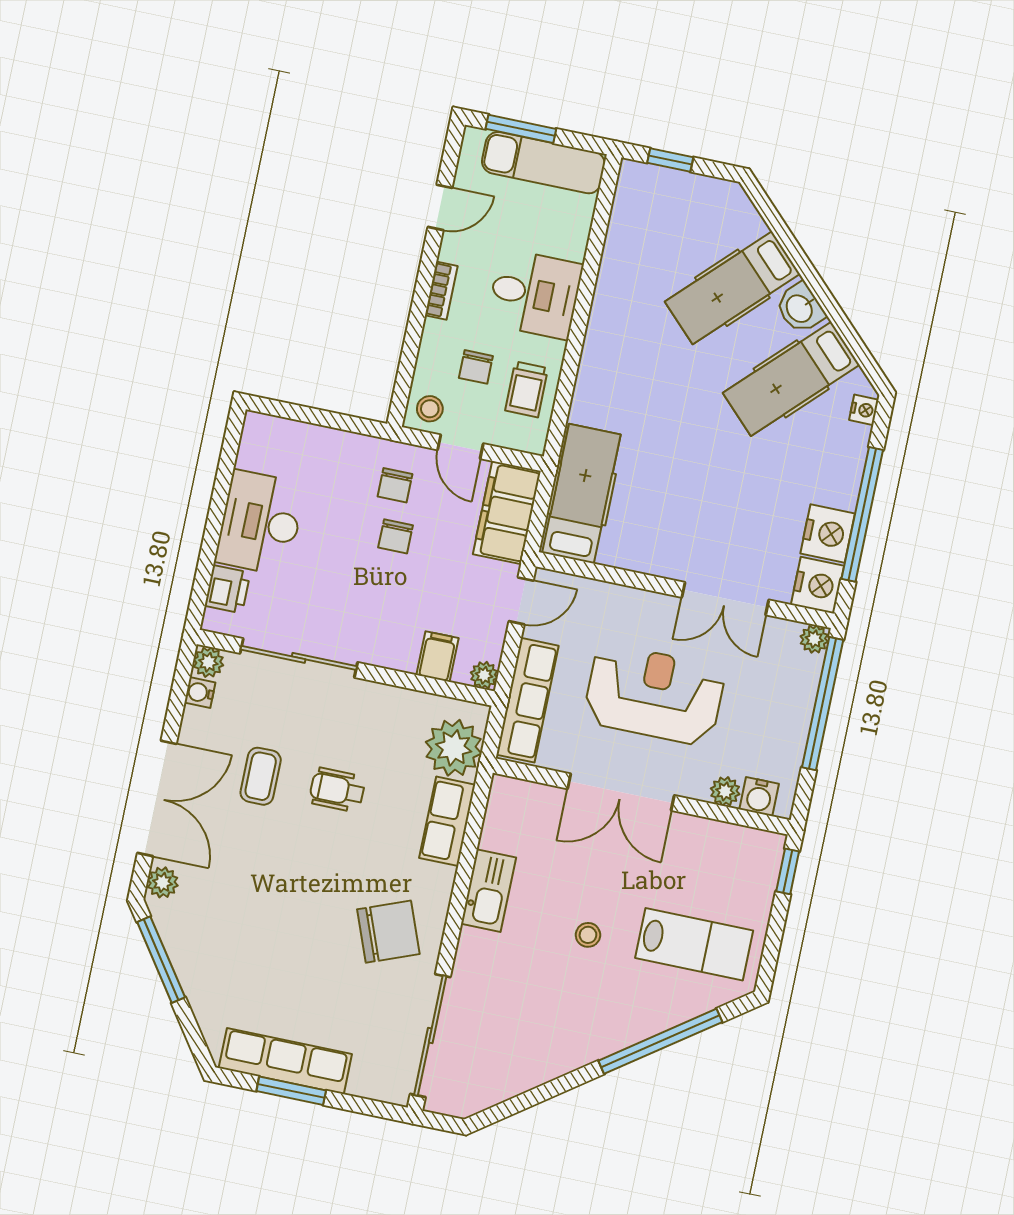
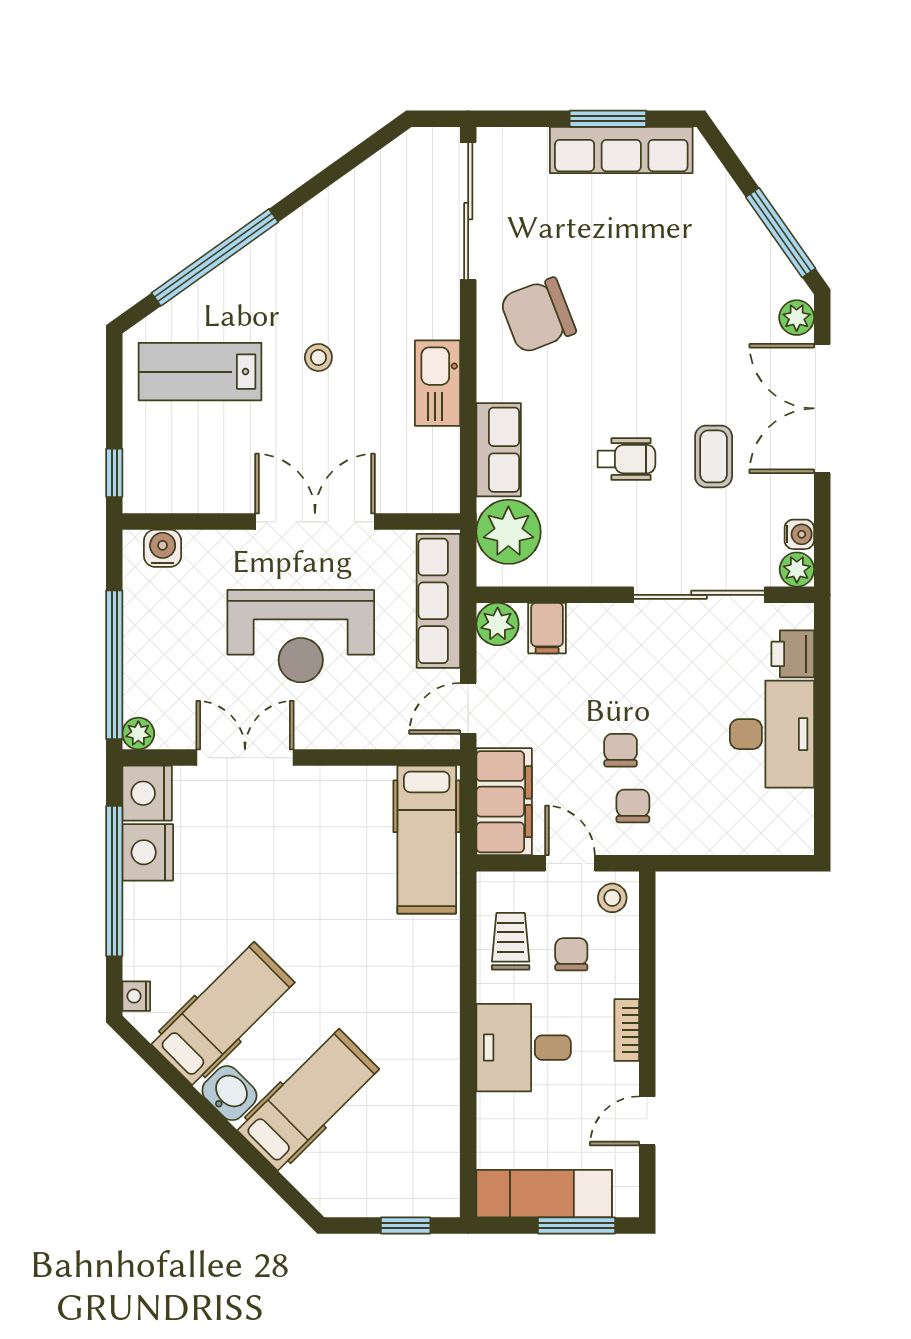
plant: (484, 675) -> (498, 624), width x1.38, depth x1.38
plant: (725, 791) -> (201, 546), removed

